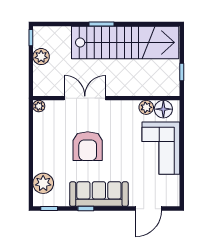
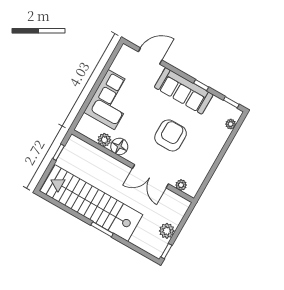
plant: (39, 106) -> (181, 185), moved
floor lamp: (163, 109) -> (119, 146), moved
plant: (43, 183) -> (231, 124), width x0.53, depth x0.53

